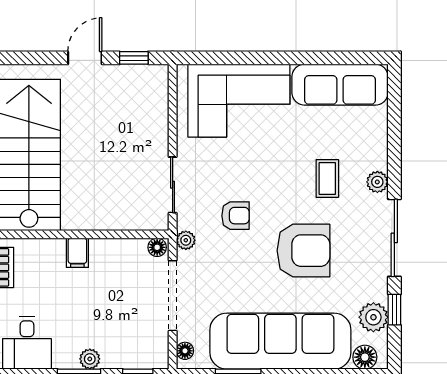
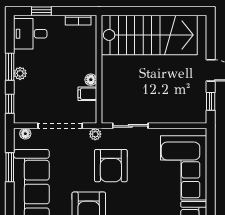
armchair: (236, 216) -> (111, 166), width x1.88, depth x1.88
floor lamp: (157, 247) -> (91, 80), moved
filing cabinet: (77, 253) -> (87, 94), moved

